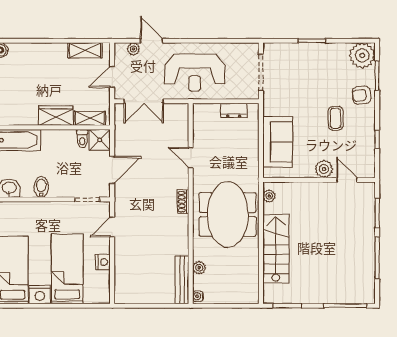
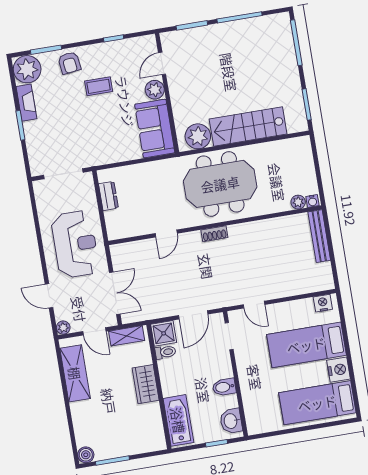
door: (151, 41) -> (49, 296), hinge flipped
plant: (133, 49) -> (63, 328), moved
shelving: (85, 50) -> (75, 373), width x1.50, depth x1.33
fireplace: (332, 50) -> (26, 103), added
shelving: (90, 118) -> (127, 336), moved, turned 90
sofa: (278, 142) -> (155, 129), moved, turned -90
door: (112, 170) -> (193, 315), swing flipped
plant: (269, 196) -> (198, 136), width x1.87, depth x1.87
nightstand: (103, 262) -> (323, 303), moved
plant: (199, 268) -> (298, 202), moved
bench: (182, 280) -> (319, 236), moved, turned 90

